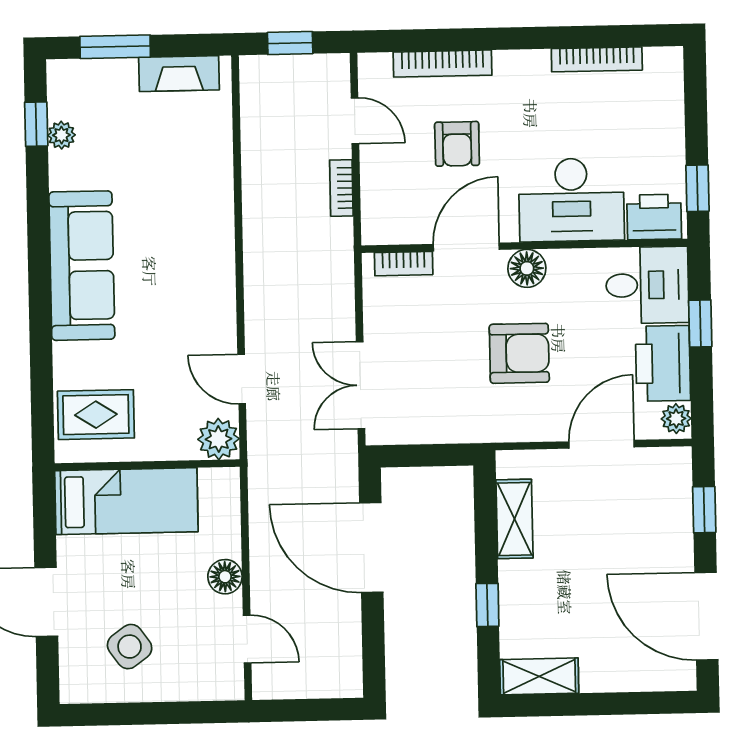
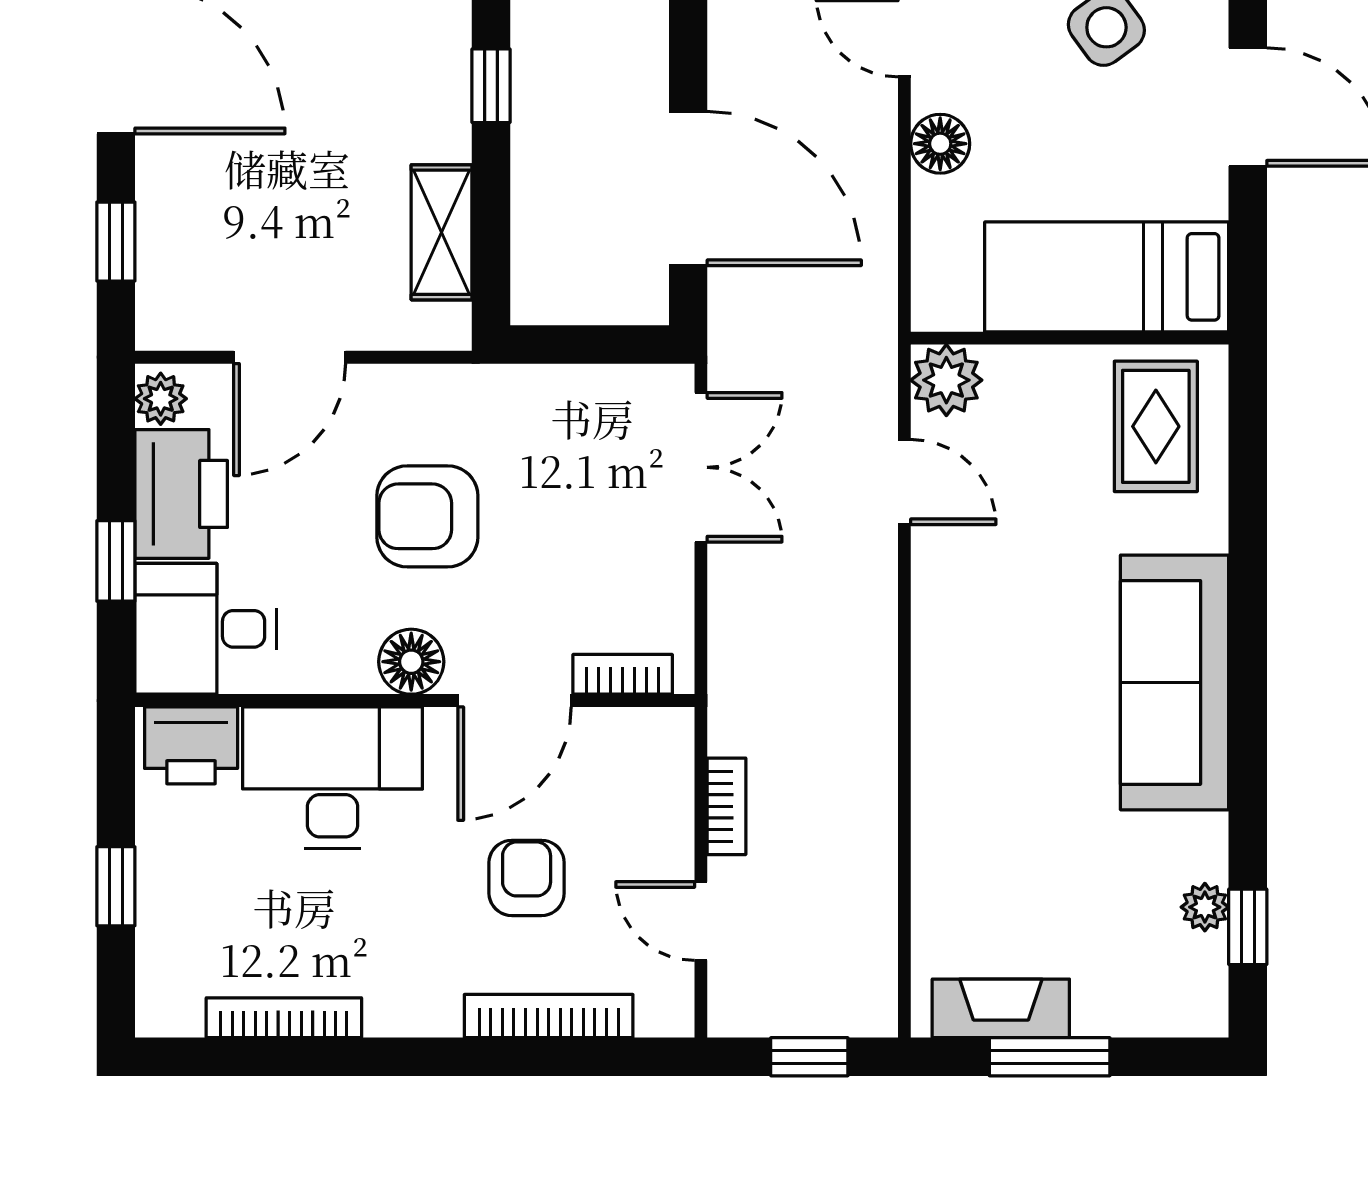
window: (115, 47) -> (1050, 1057), moved
window: (697, 188) -> (116, 886), moved
rug: (96, 415) -> (1156, 426), turned 90

